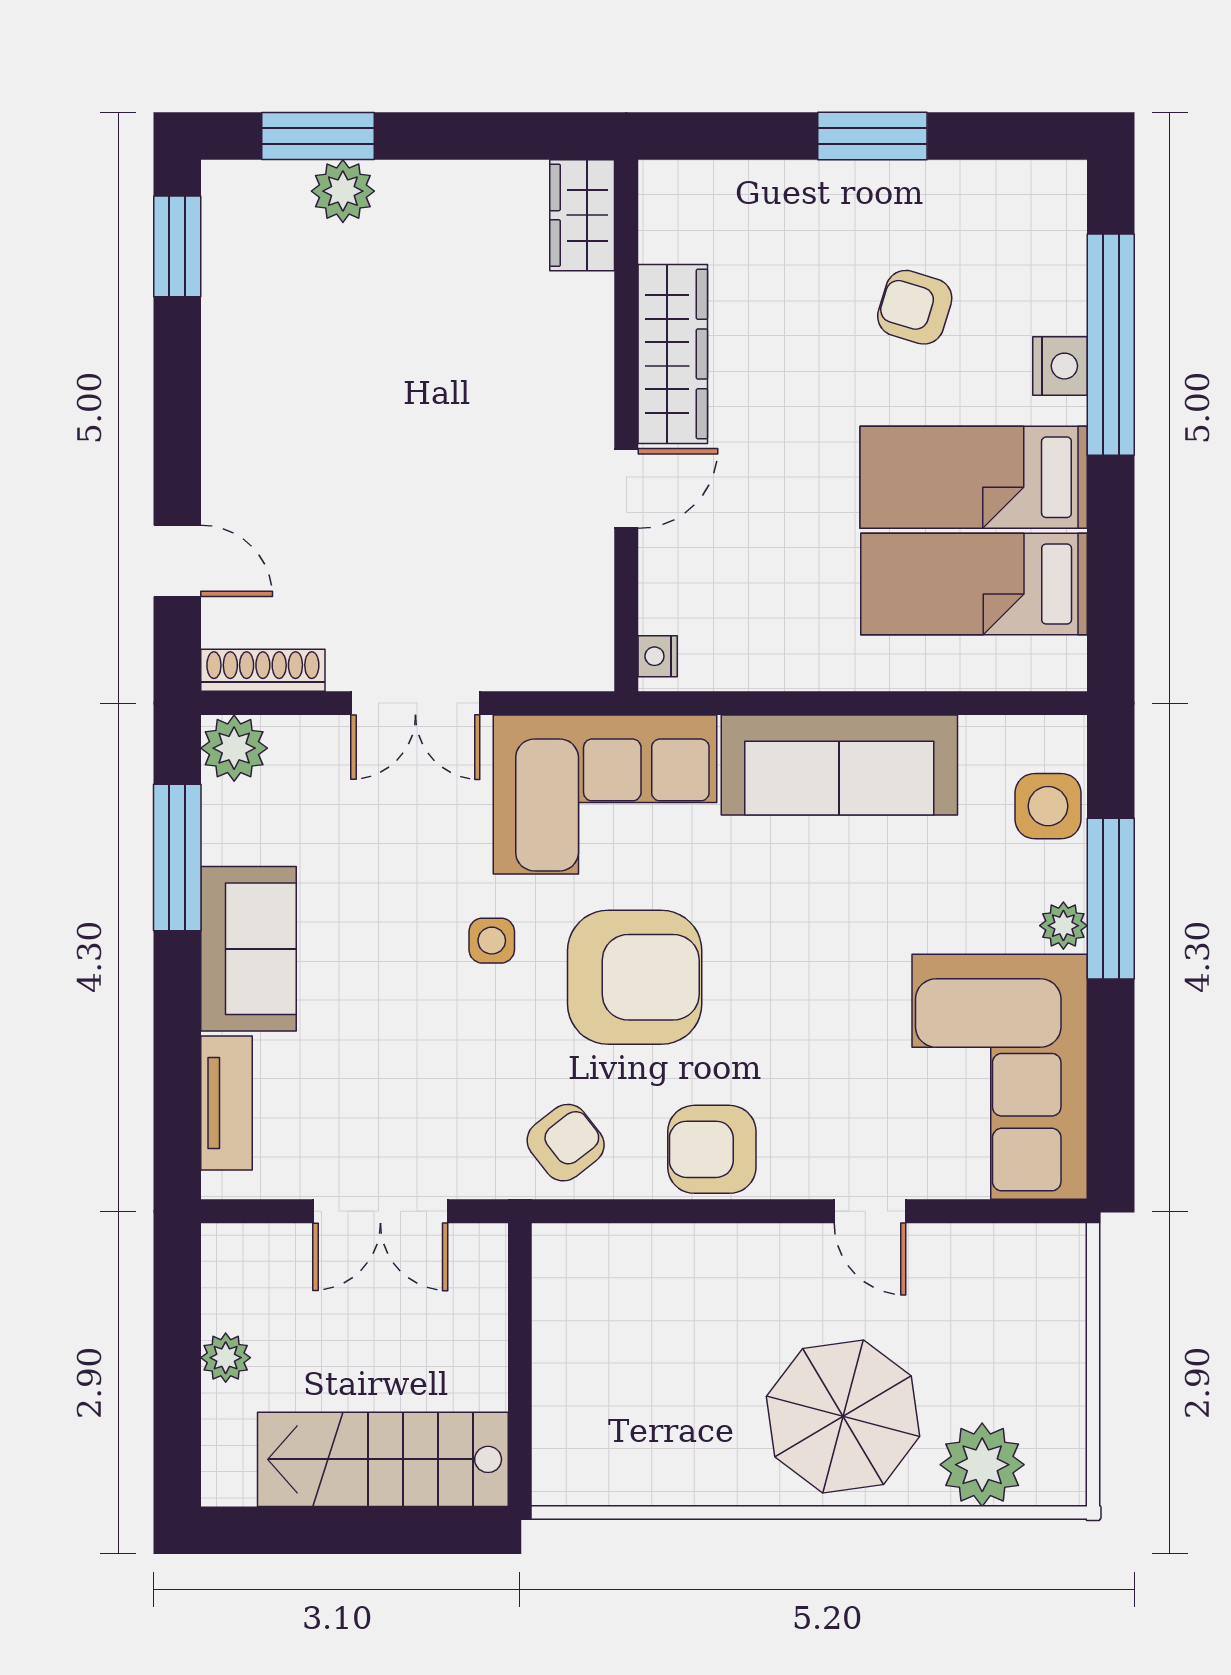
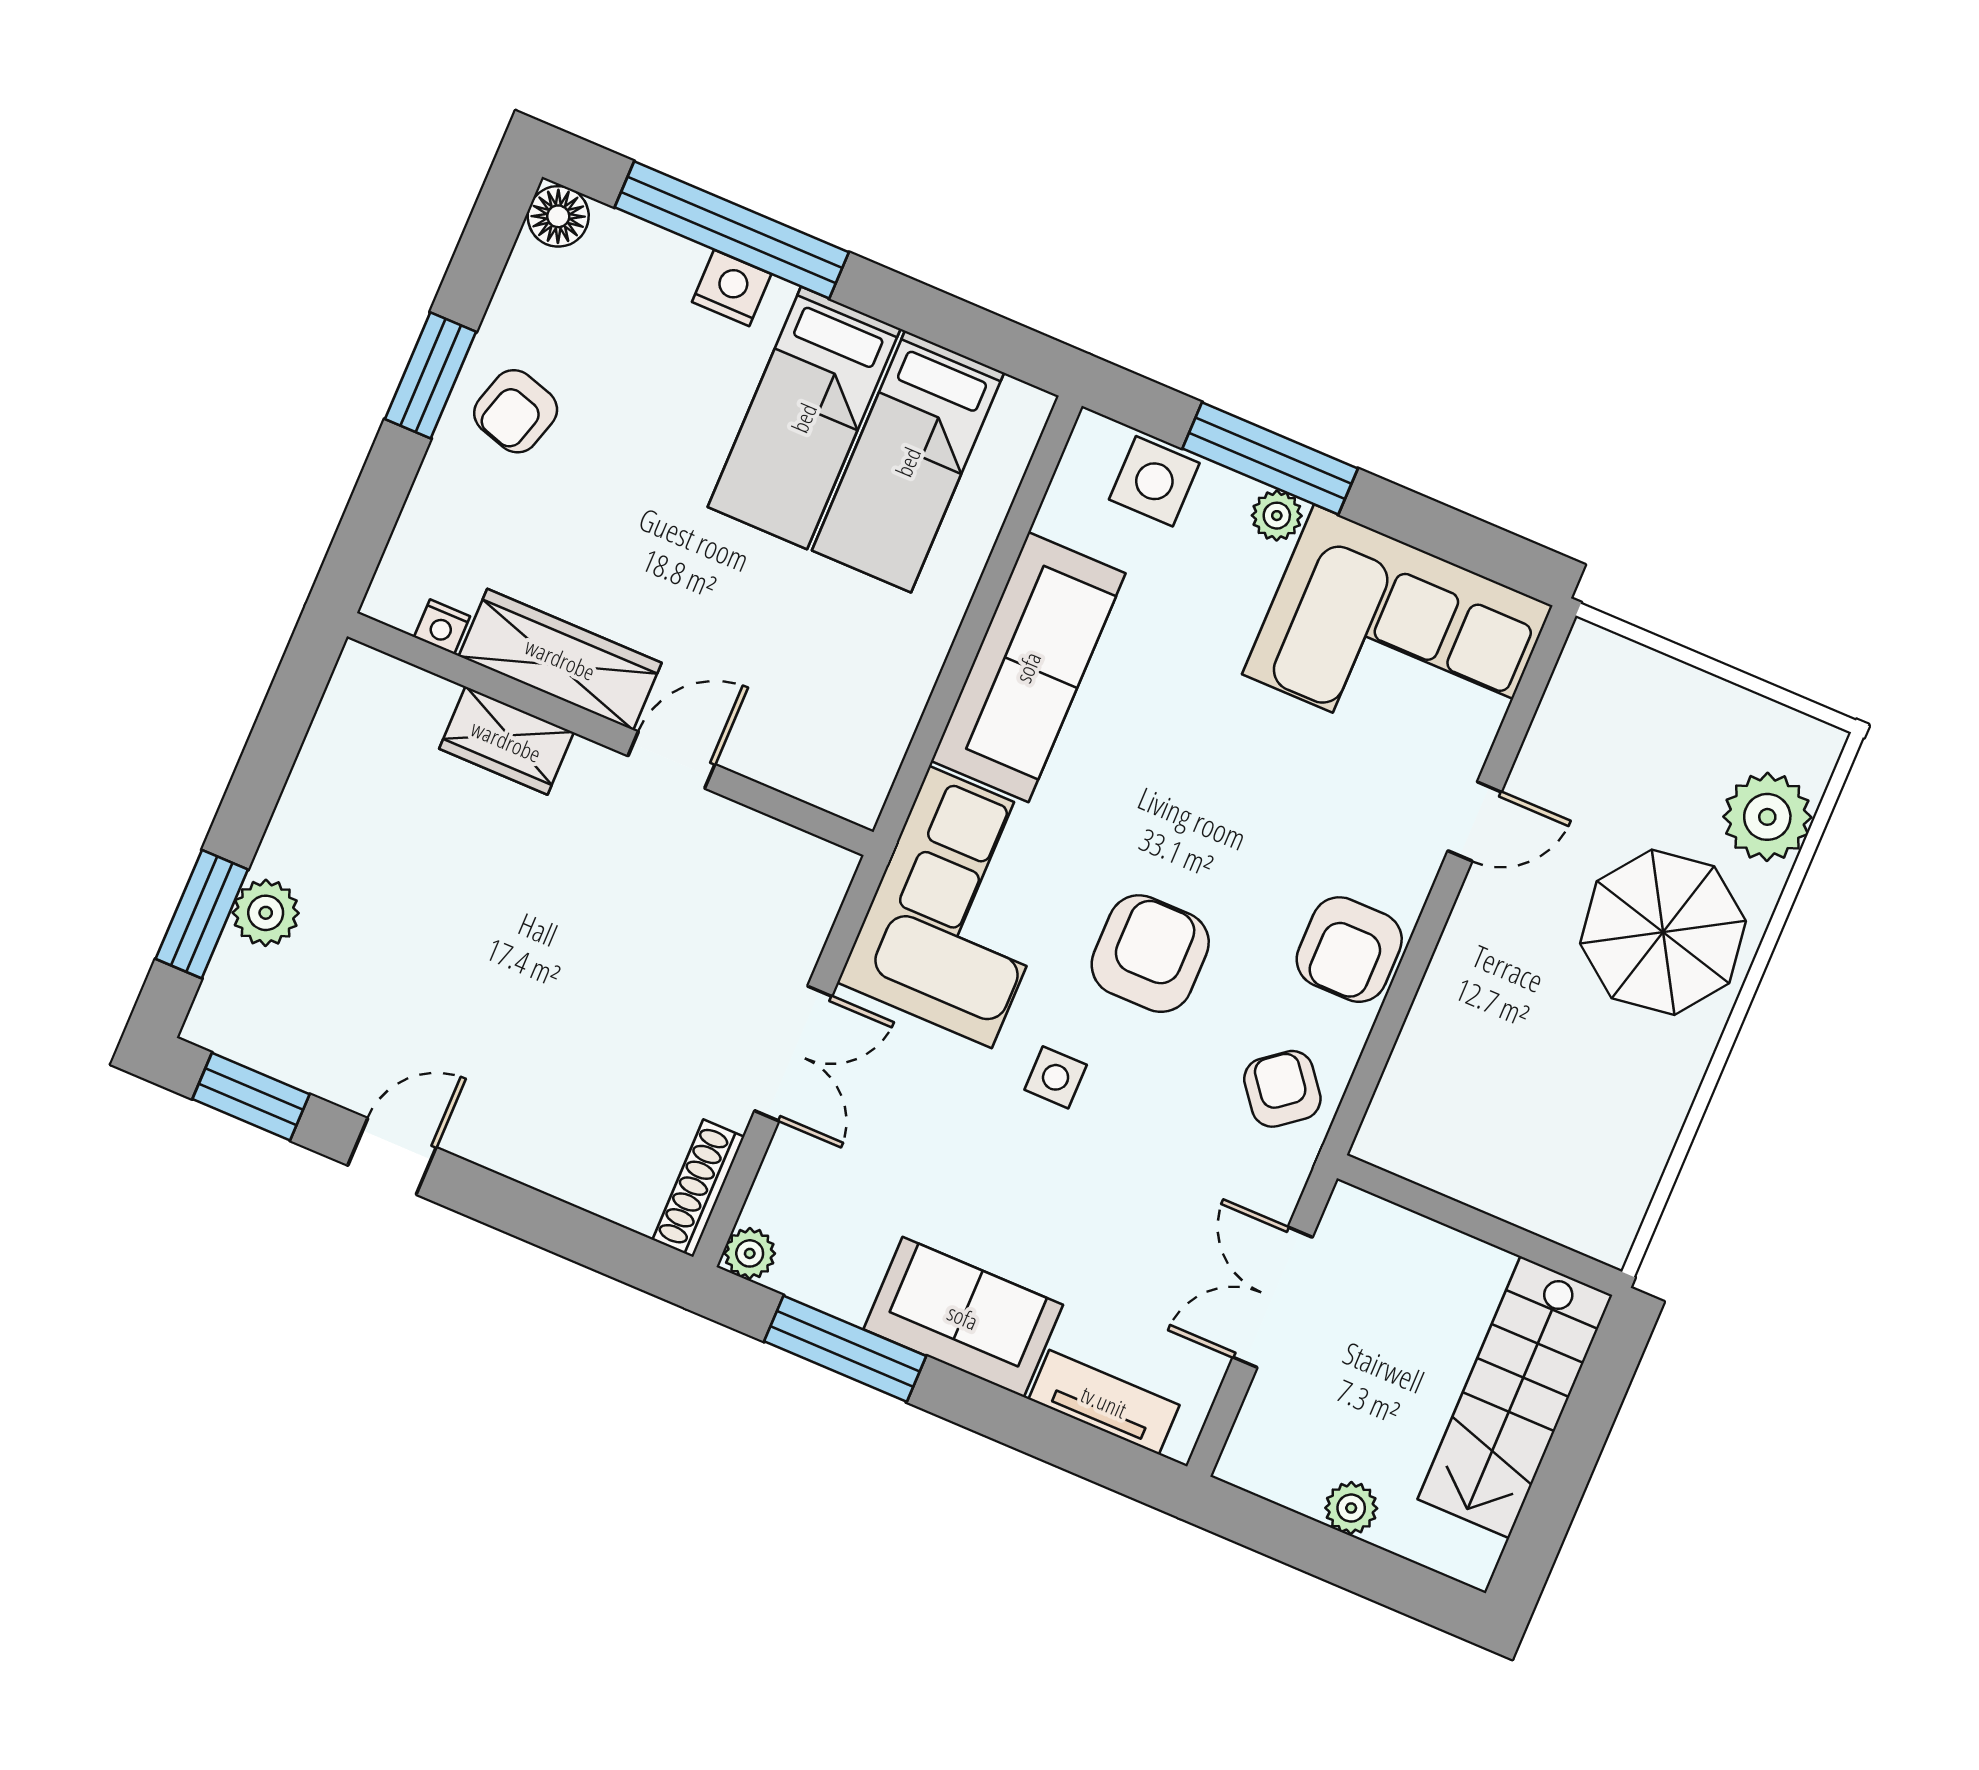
floor lamp: (1058, 188) -> (558, 216), added
wardrobe: (582, 215) -> (506, 741), moved
armchair: (915, 307) -> (516, 411), moved
door: (626, 488) -> (672, 760), hinge flipped
door: (177, 561) -> (392, 1156), moved
nightstand: (658, 656) -> (442, 627), moved
plant: (234, 748) -> (750, 1253), width x0.73, depth x0.73
armchair: (635, 977) -> (1150, 954), width x0.73, depth x0.73
double door: (380, 1211) -> (1273, 1297), swing flipped

